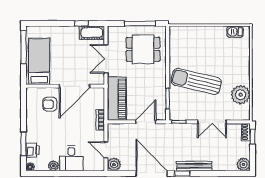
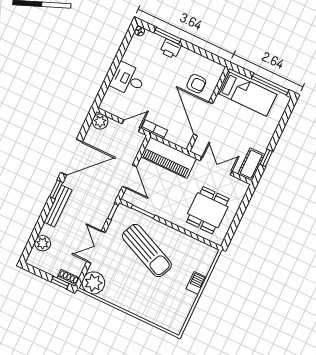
window: (140, 23) -> (237, 220), removed
barbecue: (235, 32) -> (196, 283), moved
sun lounger: (196, 81) -> (147, 251), turned 101
plant: (241, 95) -> (93, 283), moved
armchair: (50, 104) -> (196, 84), turned 90
printer: (32, 150) -> (170, 49), moved
door: (106, 150) -> (131, 126), moved
plant: (243, 164) -> (43, 243), moved
plant: (53, 166) -> (129, 57), removed

